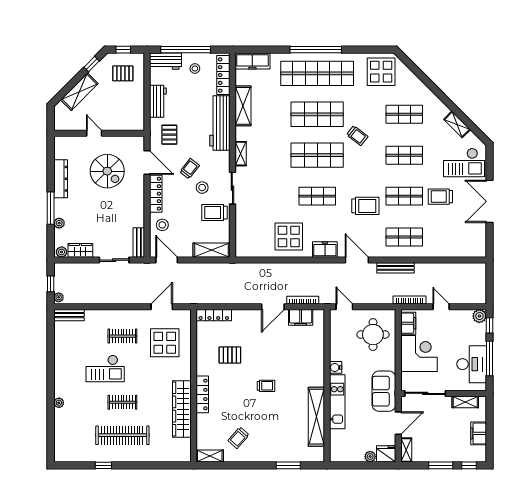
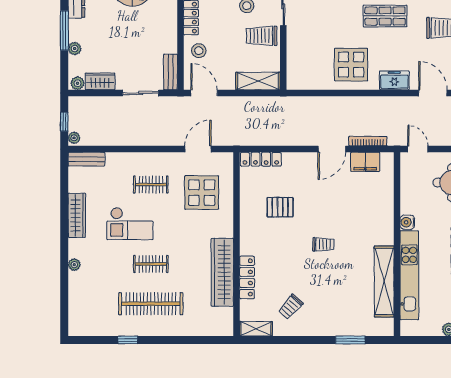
wardrobe: (61, 362) -> (77, 215), added
locker: (202, 394) -> (247, 277), moved
kitchen unit: (337, 402) -> (409, 275), width x1.36

